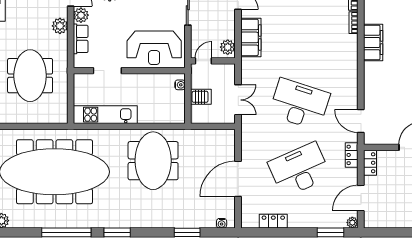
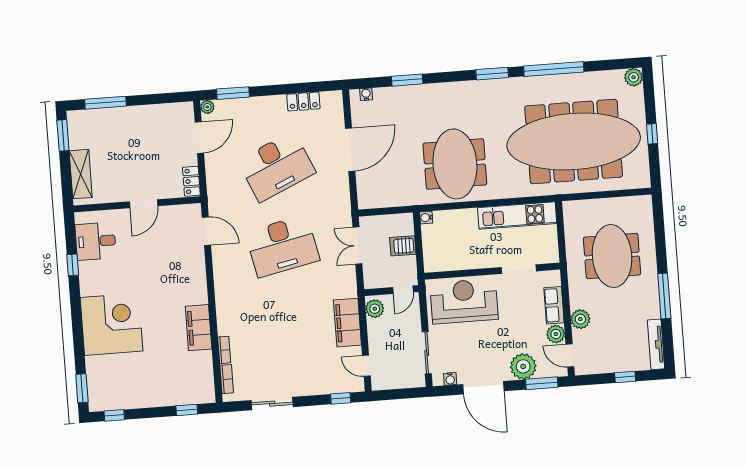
water cooler: (180, 85) -> (426, 218), moved
desk: (299, 104) -> (282, 246), turned -30
locker: (352, 155) -> (214, 189), removed

